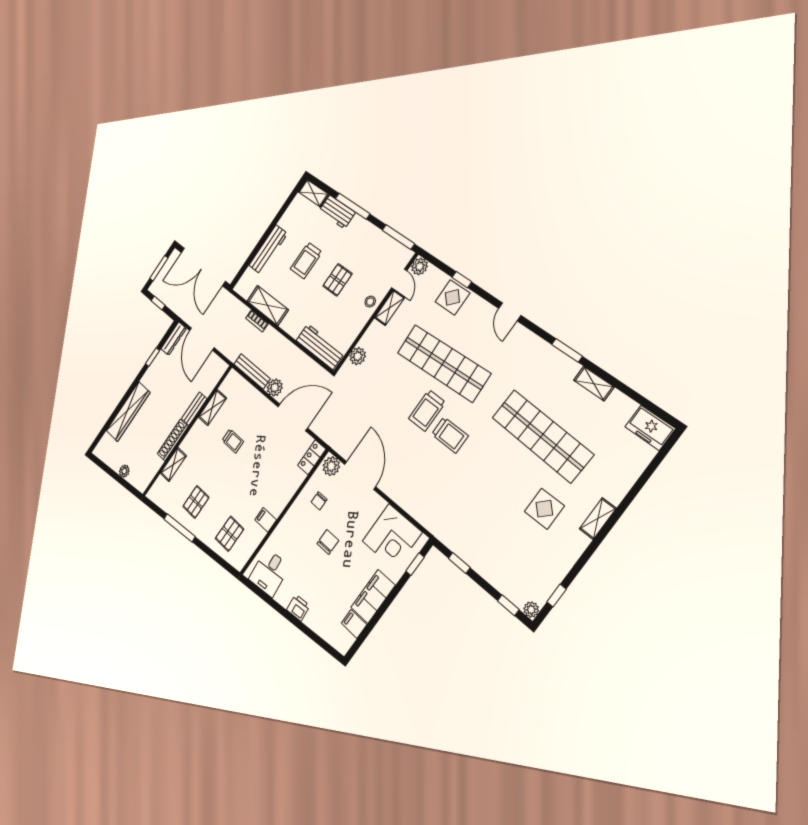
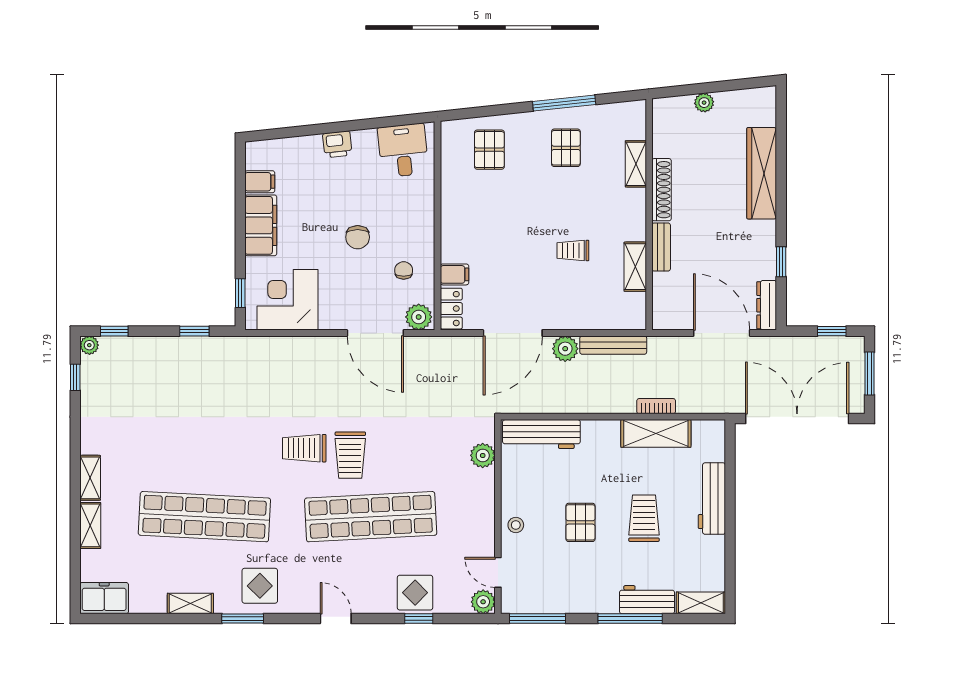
shelving: (390, 308) -> (90, 525), moved
trolley: (427, 410) -> (350, 455), turned 180
display table: (544, 509) -> (260, 586), moved
filing cabinet: (266, 520) -> (454, 274), moved

